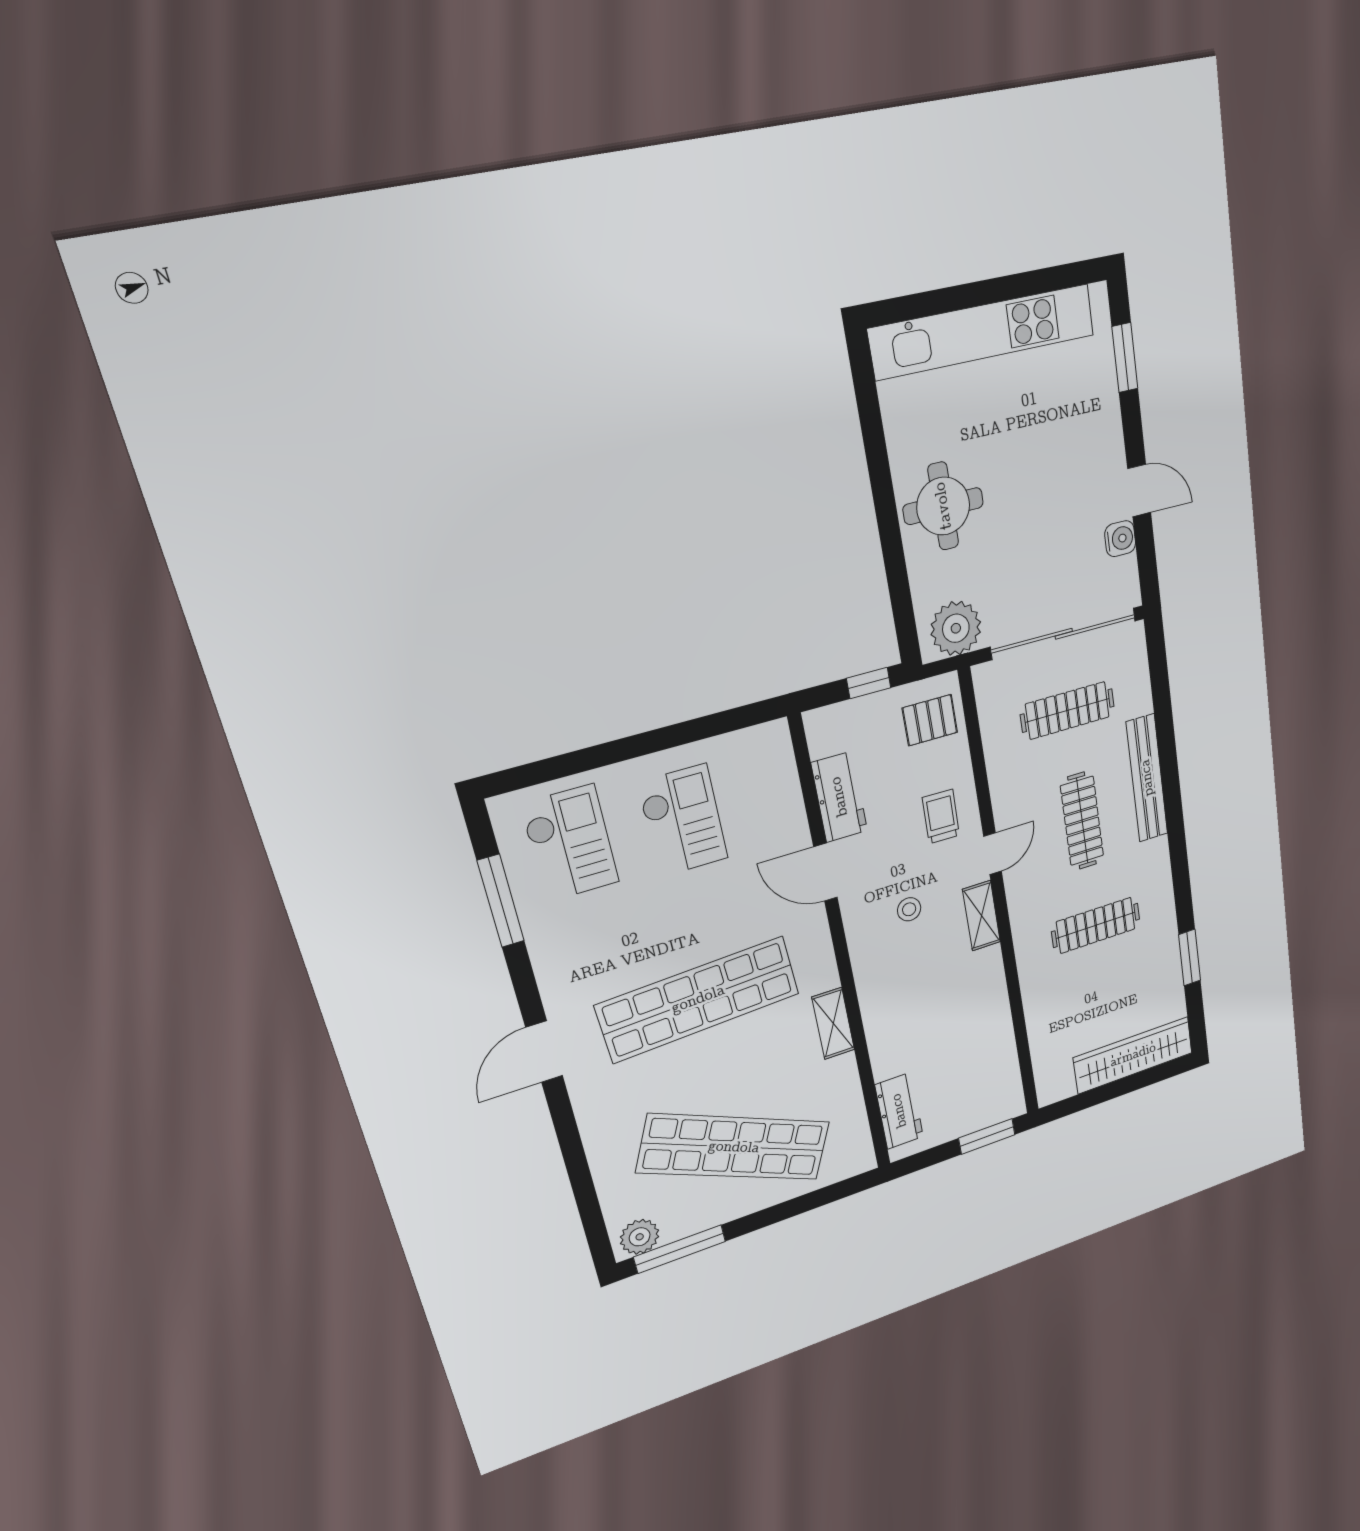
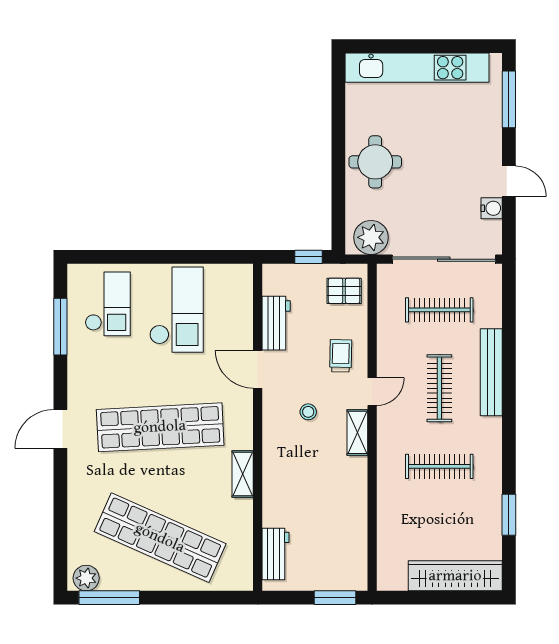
window: (1125, 358) -> (509, 99), width x1.44
checkout: (683, 821) -> (176, 310), width x1.36, depth x1.21

